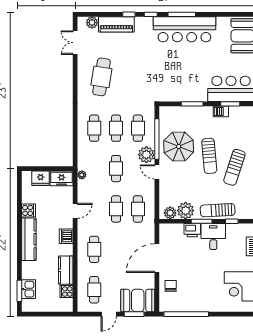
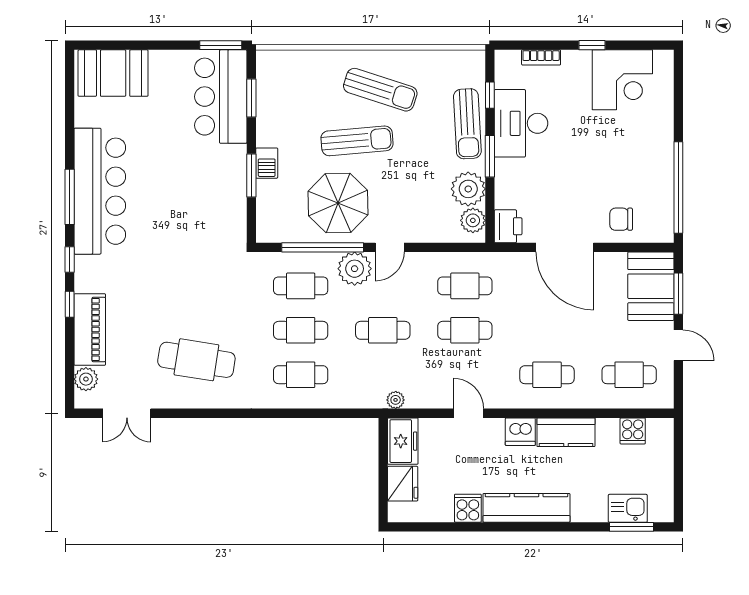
barbecue: (221, 111) -> (267, 163), moved
printer: (192, 230) -> (508, 226), moved
desk: (213, 237) -> (521, 123), width x1.37
kitchen counter: (66, 270) -> (566, 432), moved

